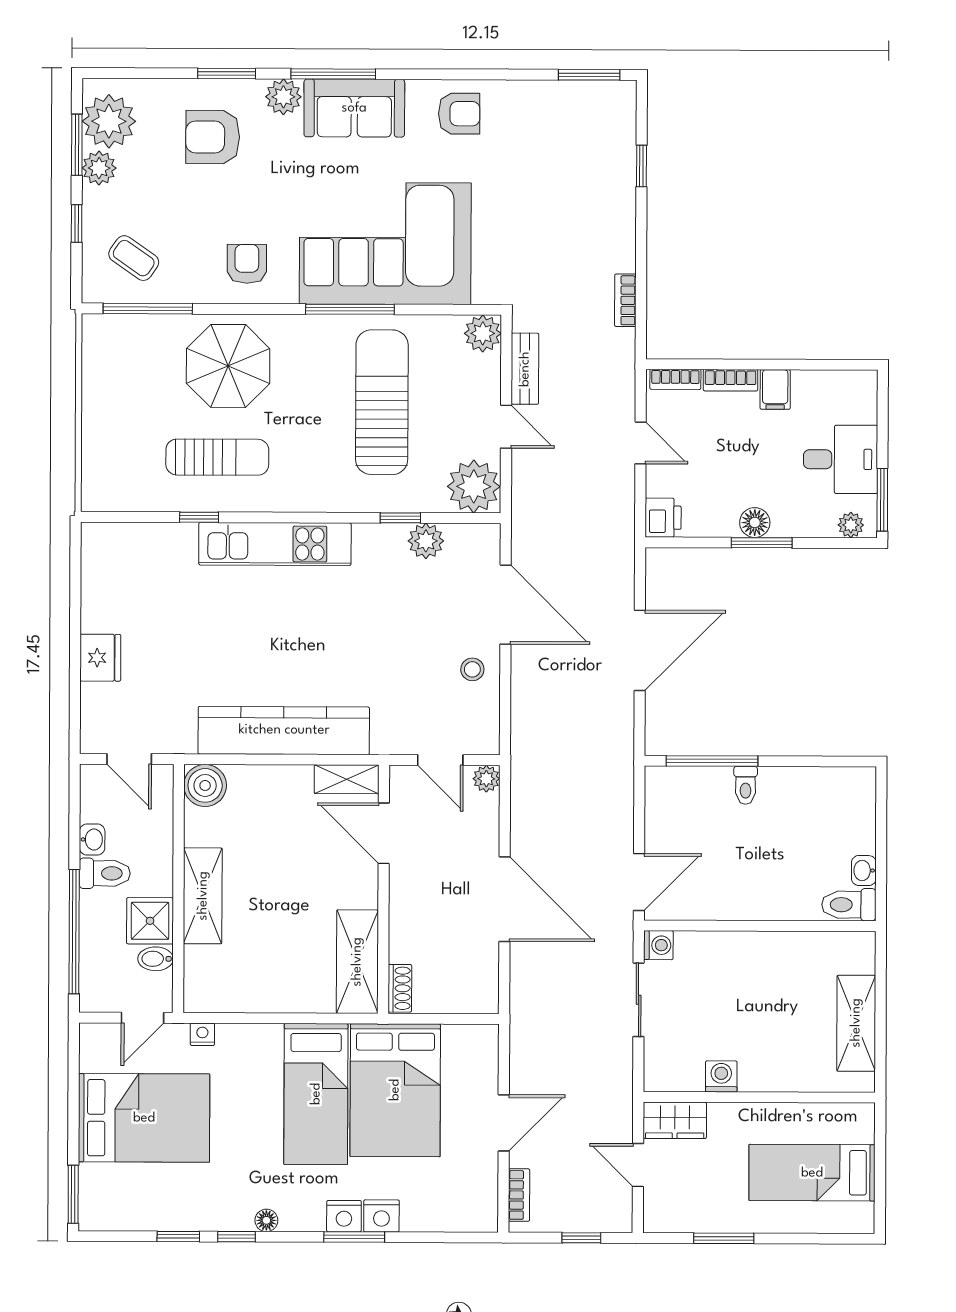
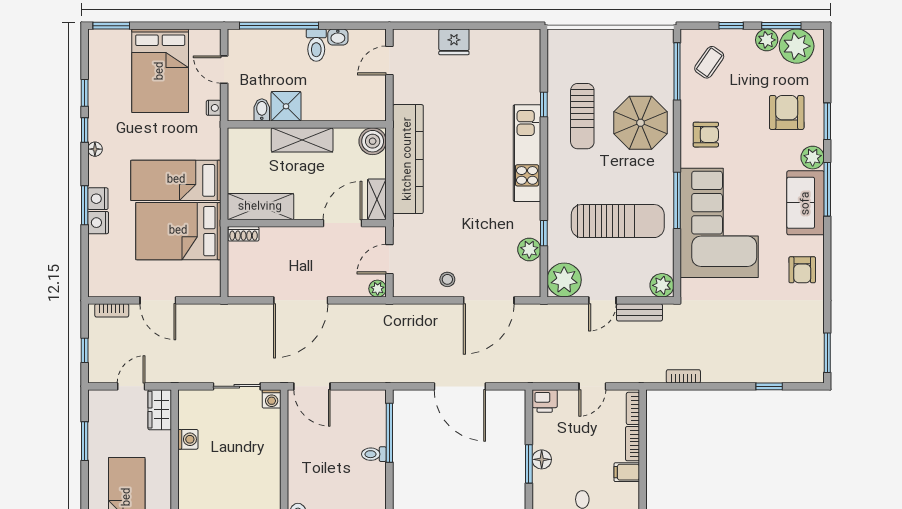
boiler: (205, 785) -> (373, 141), moved
wall: (178, 889) -> (307, 124), moved
shelving: (203, 896) -> (302, 140), moved
shower: (150, 921) -> (286, 106), moved
bidet: (155, 959) -> (262, 110), moved

